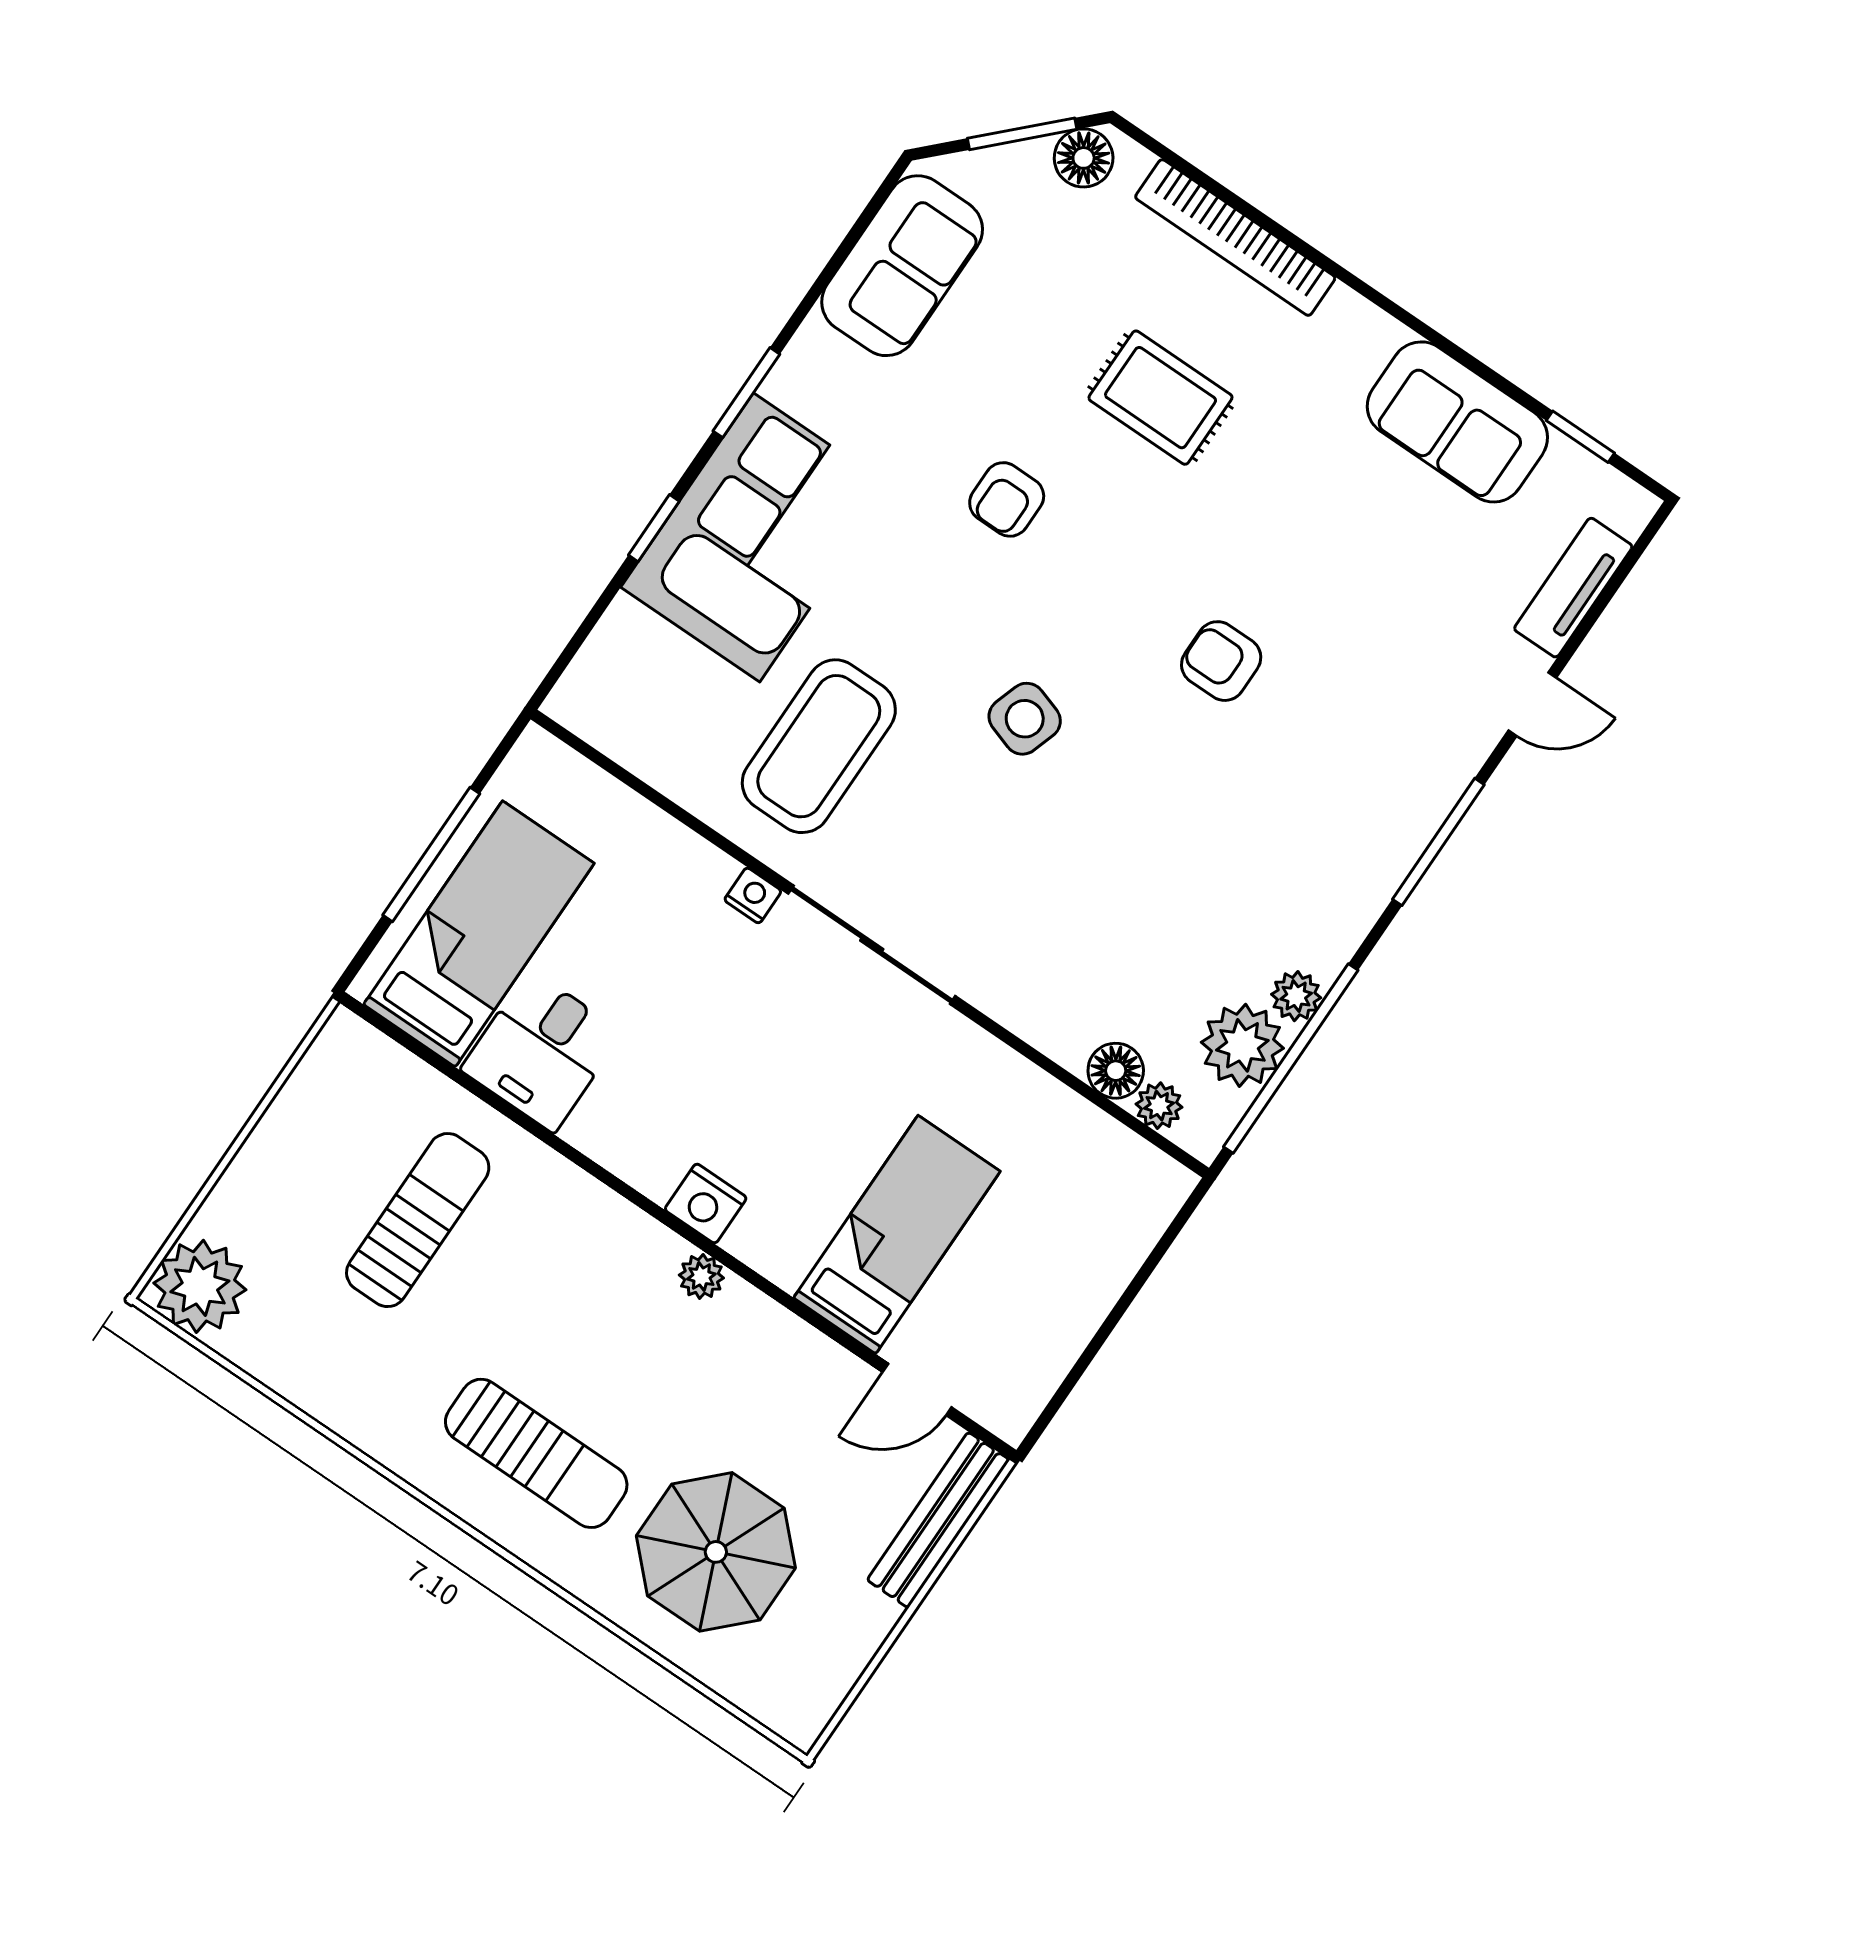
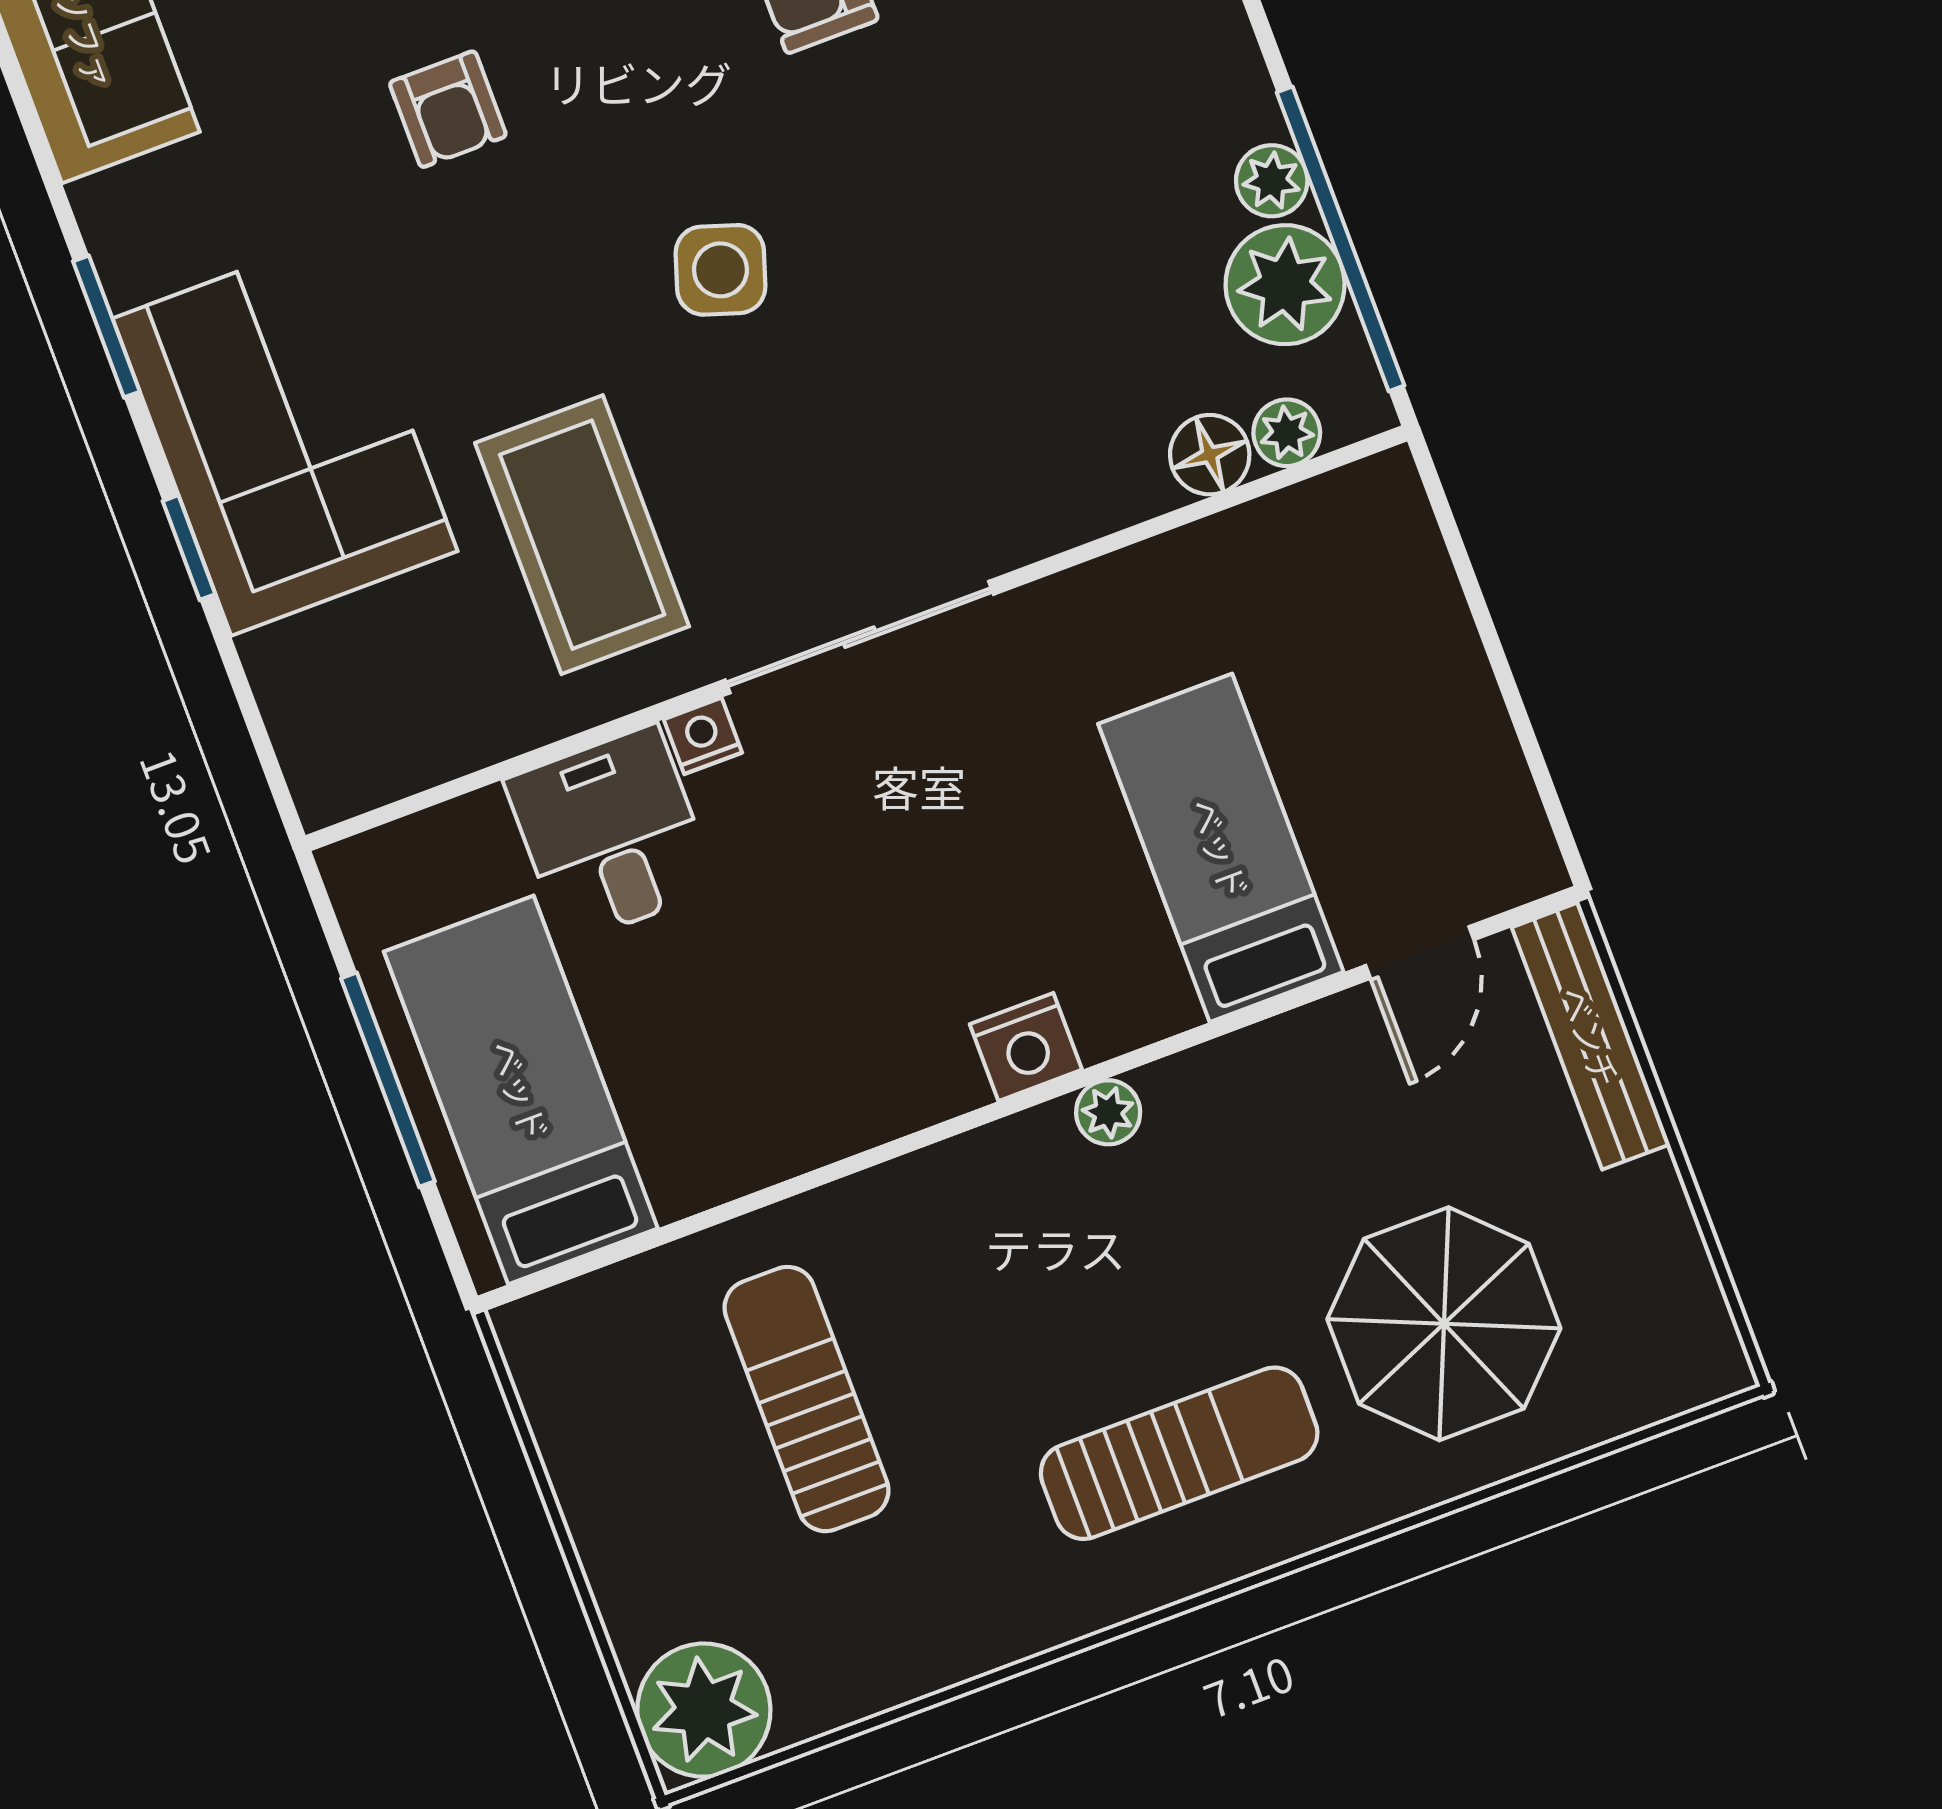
desk: (542, 1051) -> (611, 835), moved, turned 180

